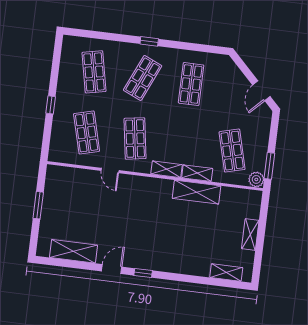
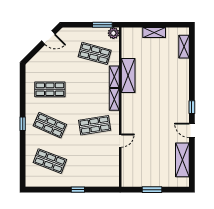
shop shelf: (94, 72) -> (50, 161), turned 33
shop shelf: (87, 132) -> (95, 161), removed
shop shelf: (232, 151) -> (95, 53), turned 30

